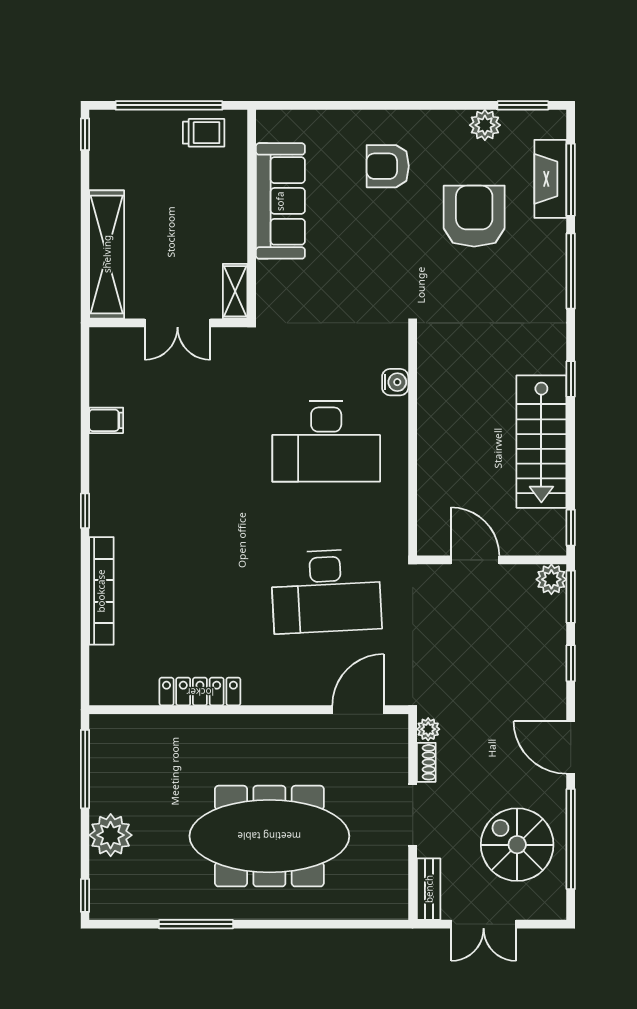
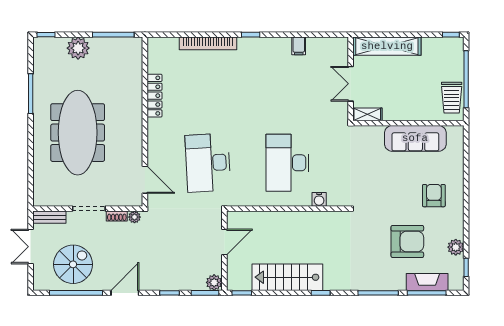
window: (523, 105) -> (466, 267), width x0.67
trolley: (204, 133) -> (452, 98), width x1.36, depth x1.39

